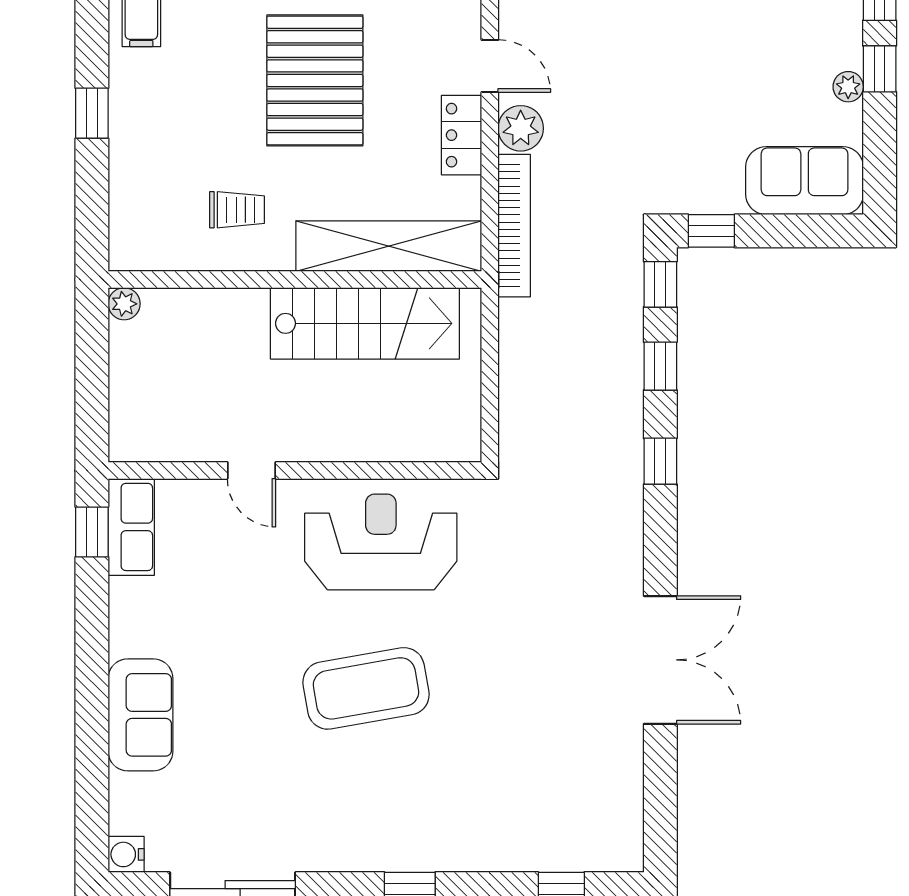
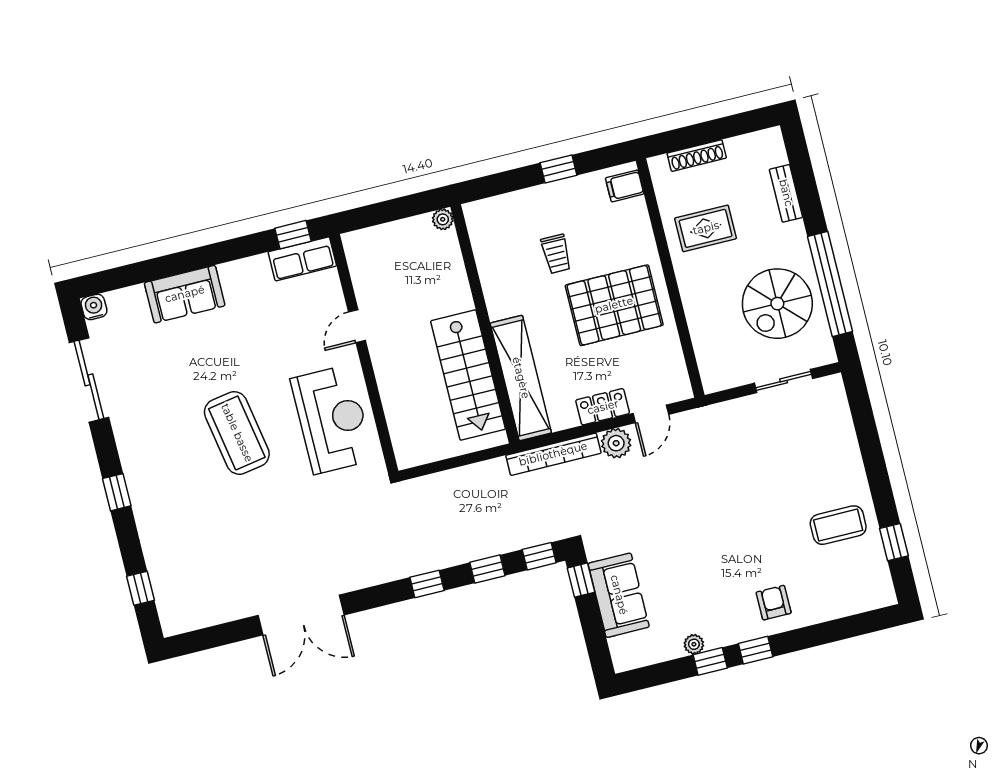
sofa: (805, 181) -> (619, 595), moved
trolley: (237, 210) -> (556, 254), moved

